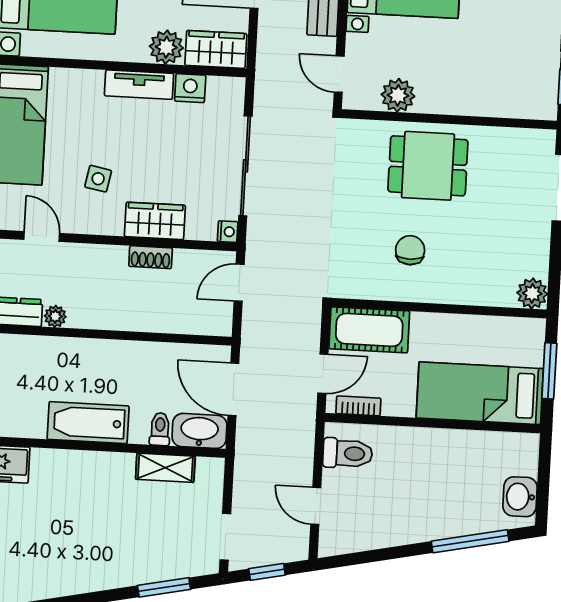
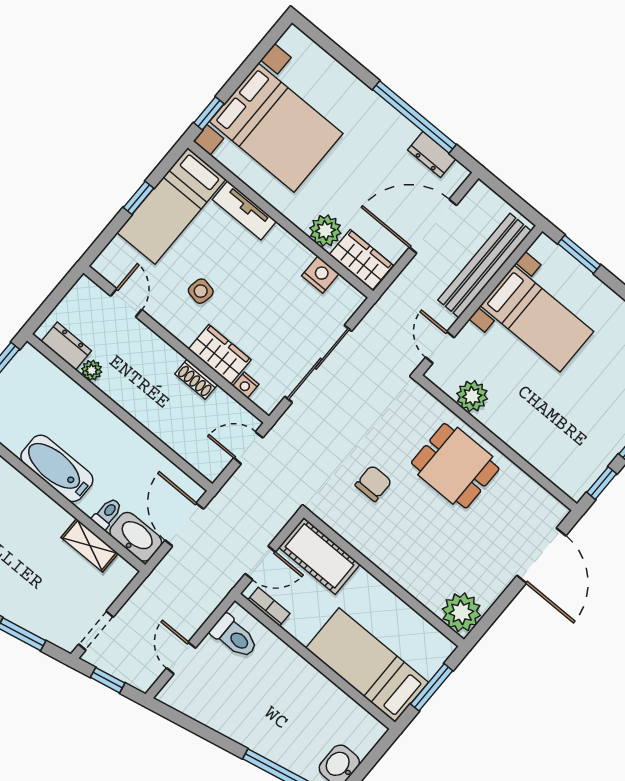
tv unit: (139, 85) -> (244, 210), moved
nightstand: (228, 232) -> (246, 385), moved, turned 90
chair: (410, 250) -> (373, 483), moved
plant: (532, 293) -> (461, 612), width x1.36, depth x1.36

